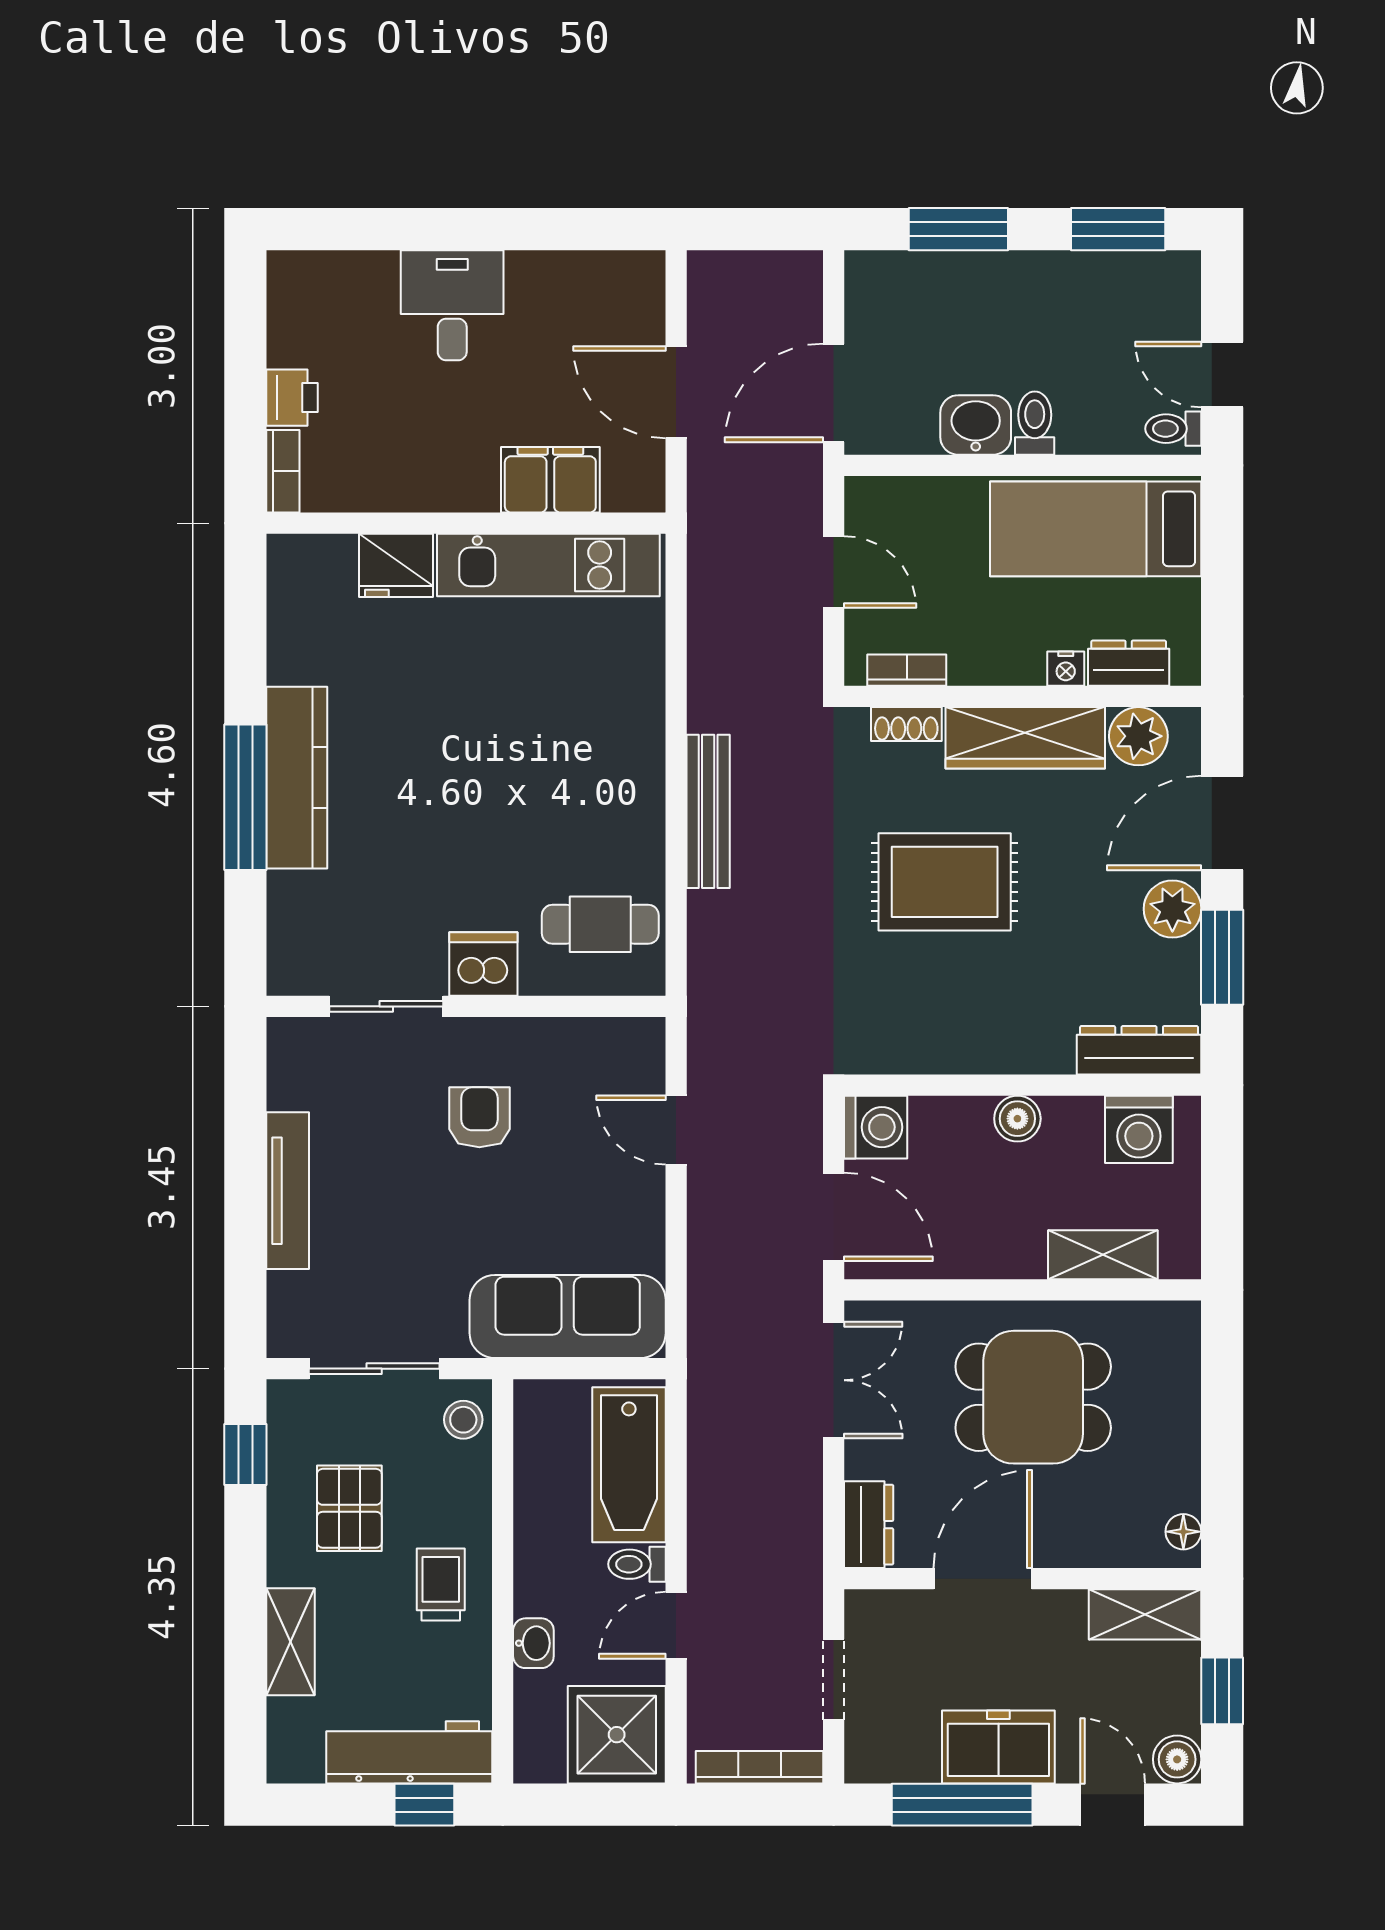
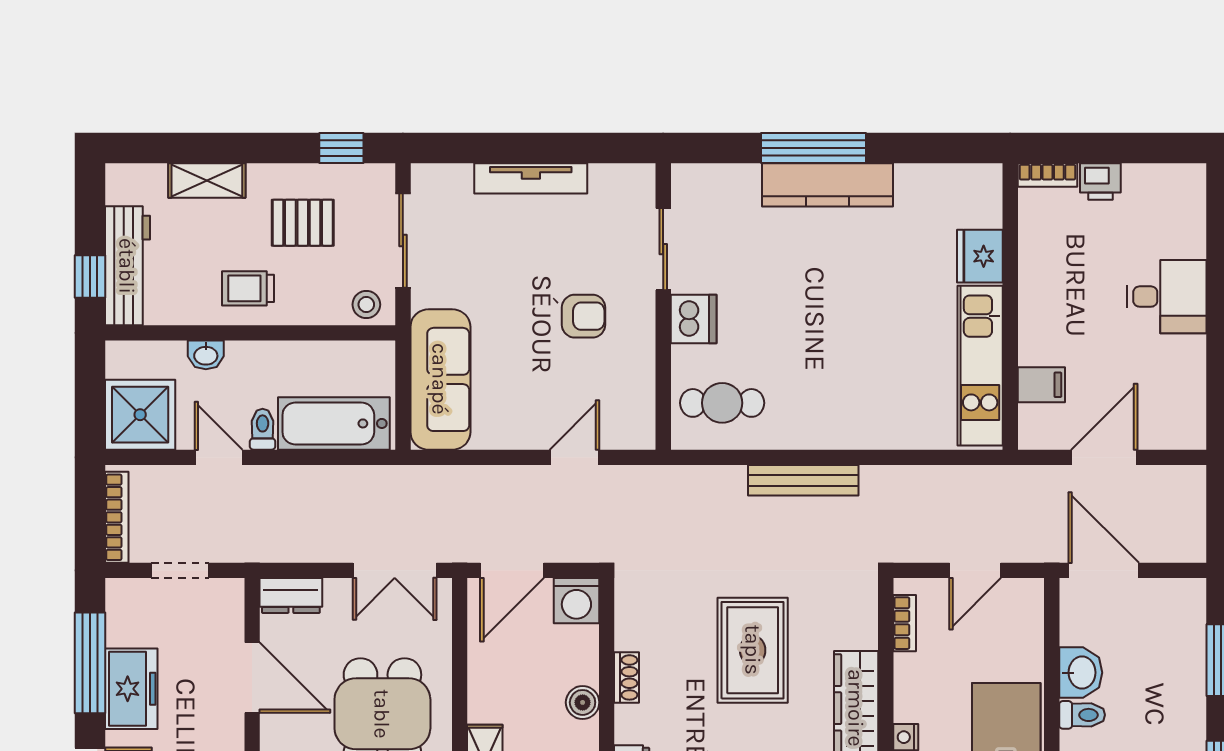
filing cabinet: (550, 480) -> (1041, 385), width x0.50
shoe rack: (906, 724) -> (626, 677), moved, turned 180
cafe table: (600, 924) -> (722, 403), turned 90
trolley: (441, 1584) -> (248, 288), turned 180

